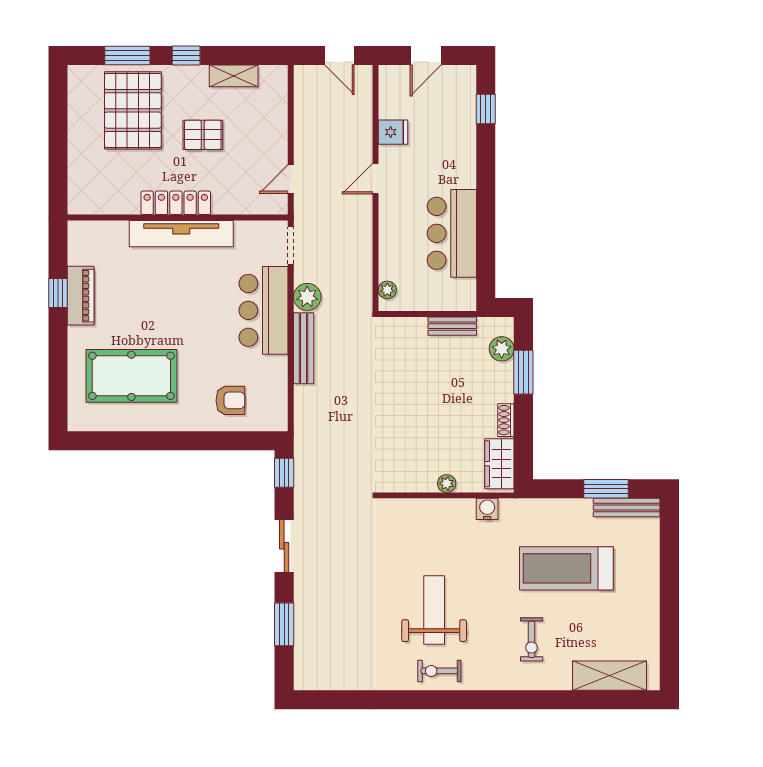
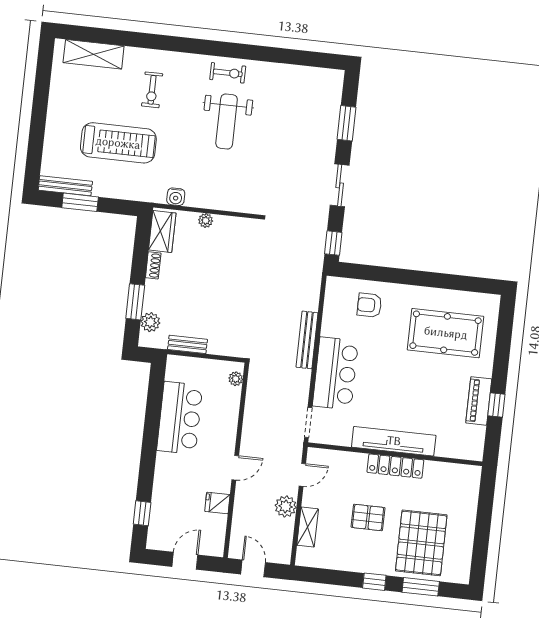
shelving: (234, 76) -> (308, 527), moved, turned 90
plant: (307, 297) -> (286, 506), moved
exercise bike: (532, 639) -> (152, 90), turned 180

